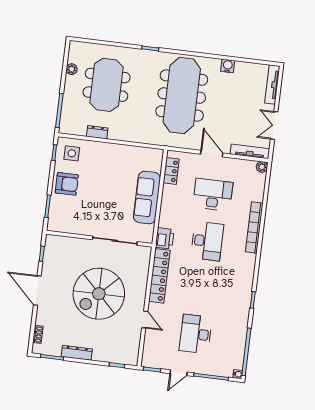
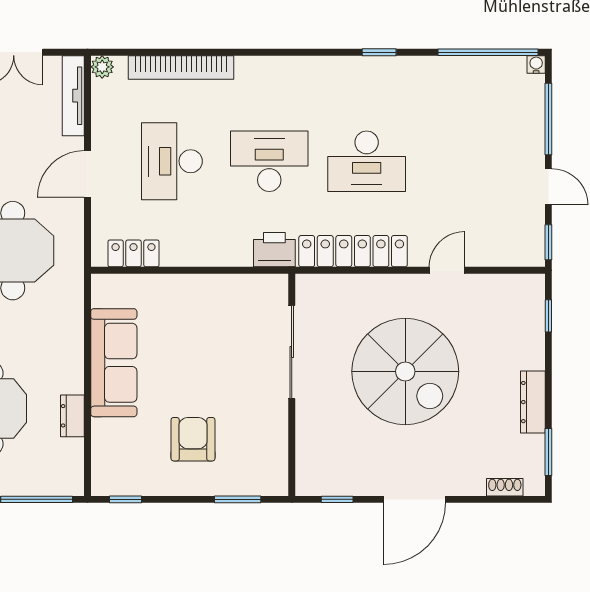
side table: (72, 153) -> (122, 463), removed
armchair: (67, 184) -> (193, 439), moved
sofa: (147, 198) -> (114, 363), moved, turned -90
bookcase: (254, 228) -> (181, 67), moved
desk: (196, 334) -> (367, 161), moved

